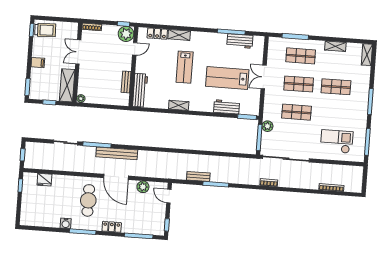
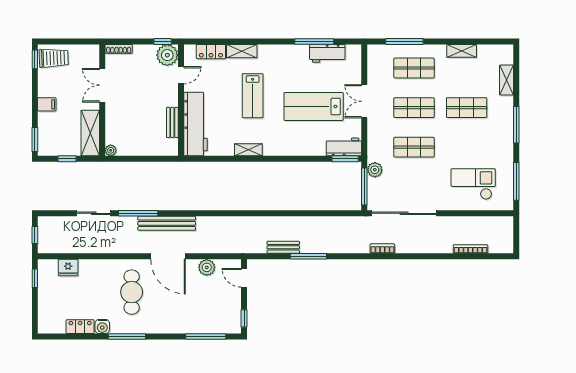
shelving: (367, 55) -> (507, 80), moved
workbench: (140, 90) -> (196, 124), width x1.36, depth x1.32
workbench: (227, 107) -> (344, 147), moved
locker: (112, 227) -> (80, 327), moved

